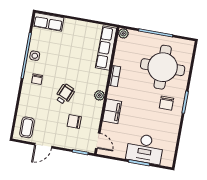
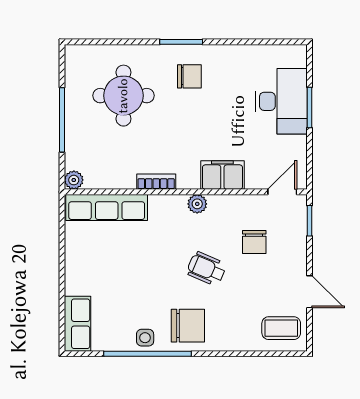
round table: (163, 67) -> (123, 96), width x0.73, depth x0.73
chair: (37, 79) -> (188, 326), width x1.87, depth x1.87

